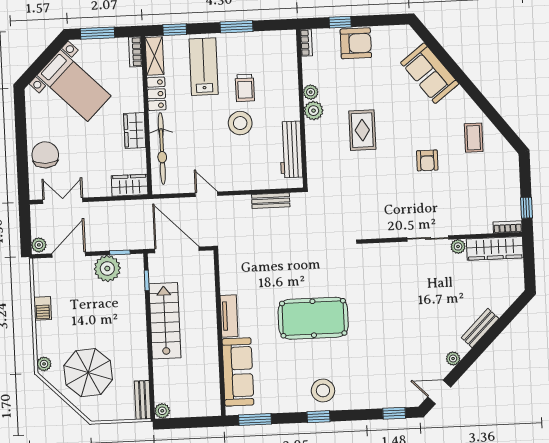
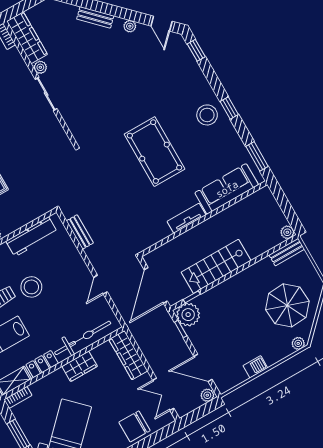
wardrobe: (130, 185) -> (128, 355), width x1.50
plant: (107, 268) -> (188, 315), moved

